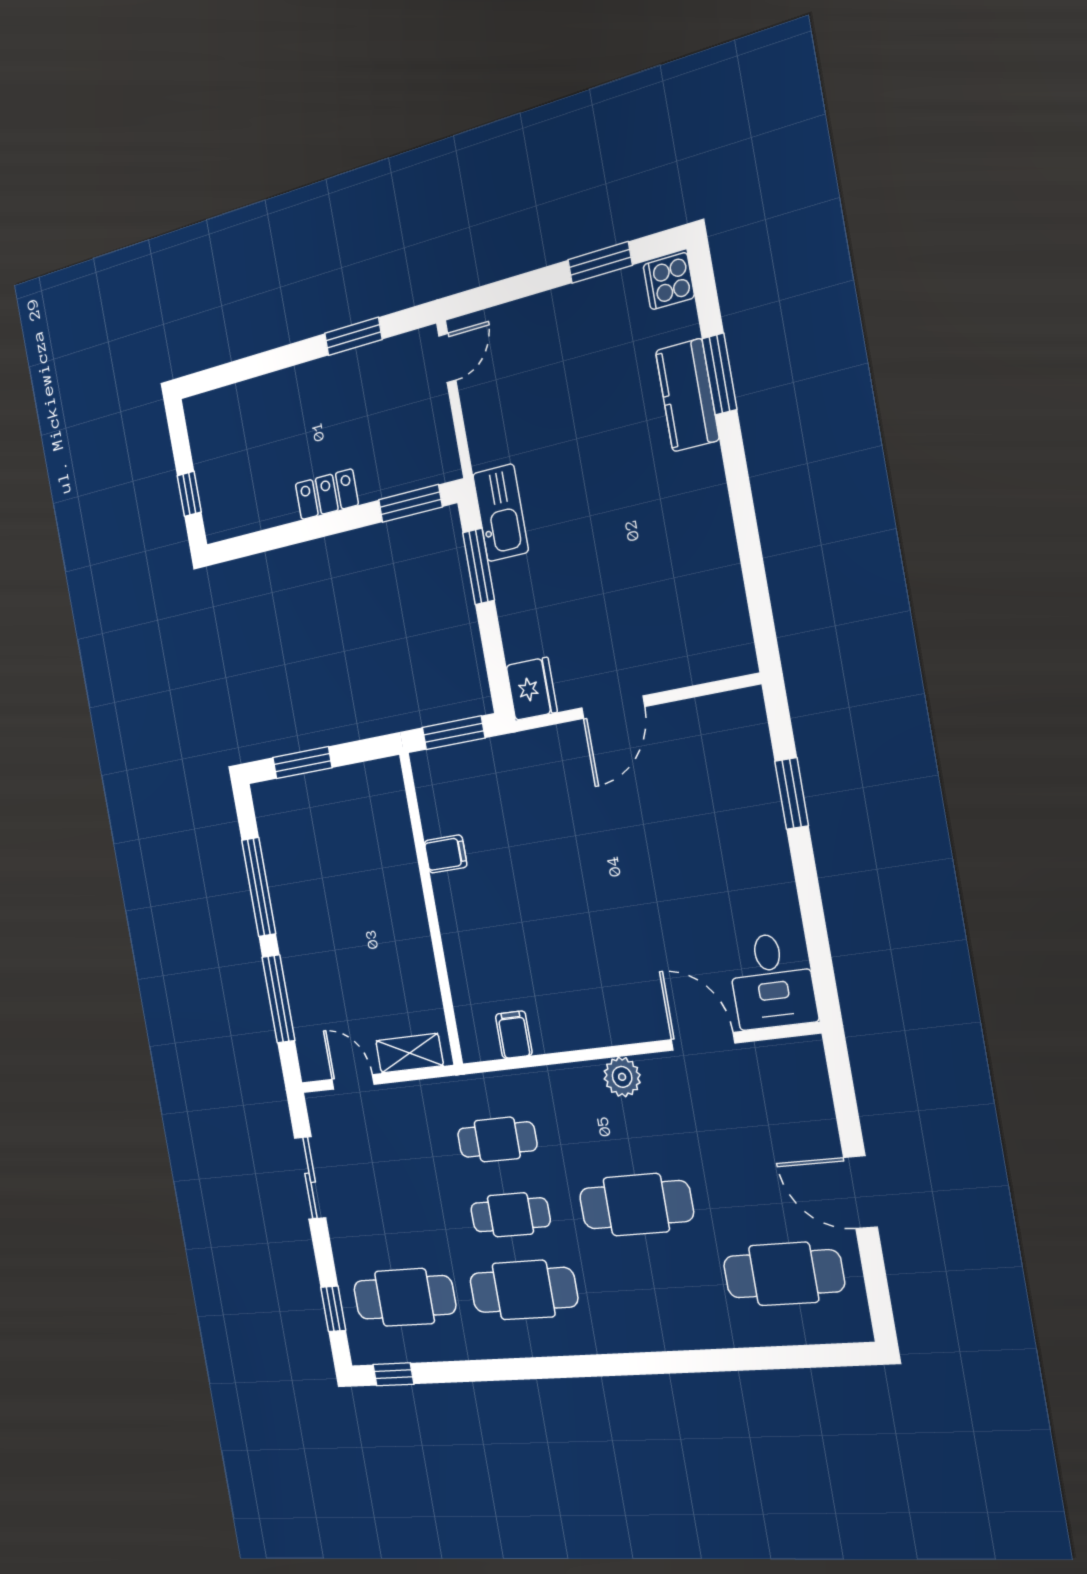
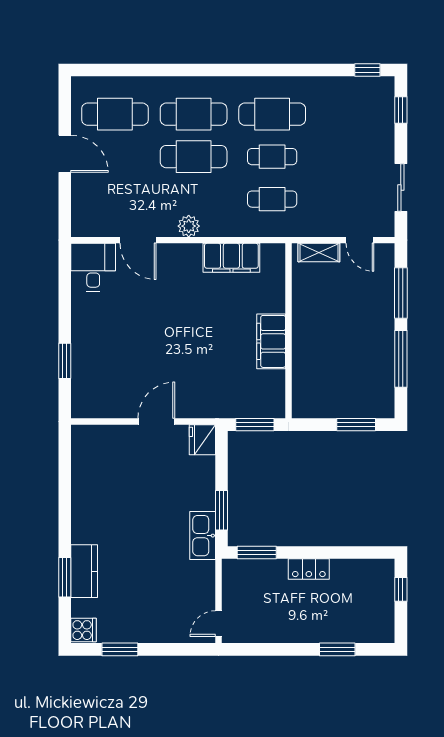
window: (353, 336) -> (337, 649), moved
filing cabinet: (446, 854) -> (271, 341), width x3.00, depth x1.17
filing cabinet: (514, 1035) -> (231, 258), width x3.00, depth x1.17
cafe table: (405, 1297) -> (194, 114), moved

